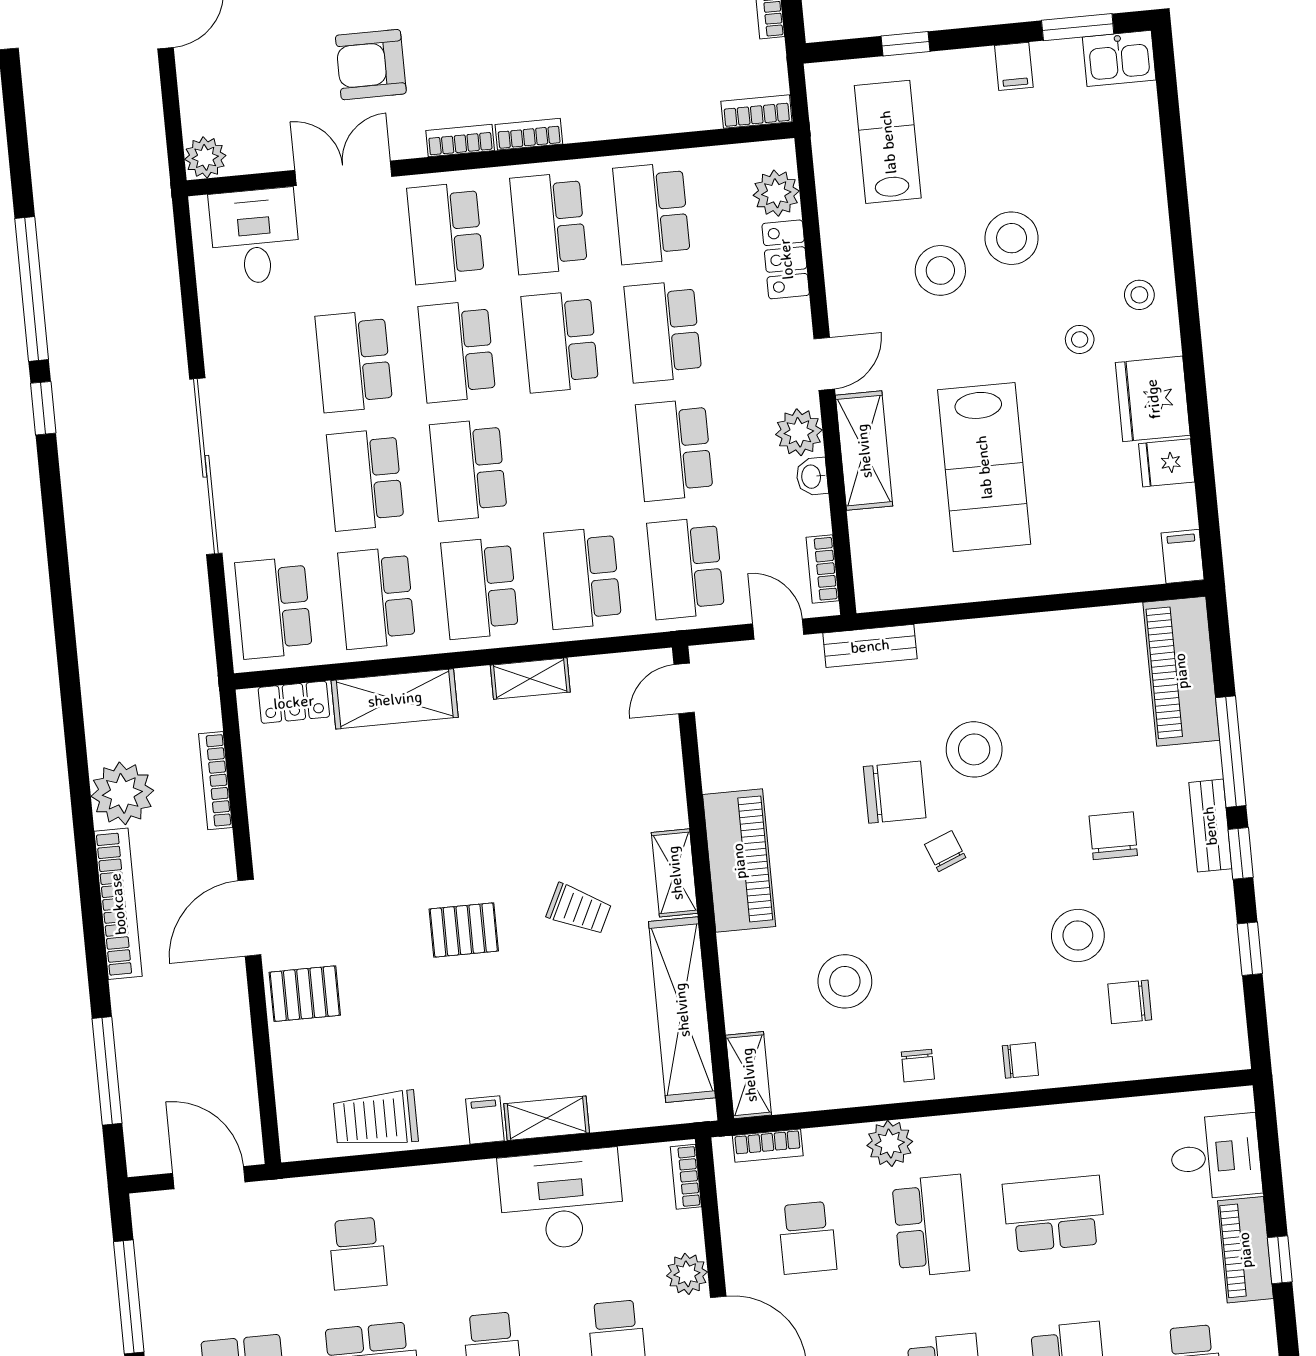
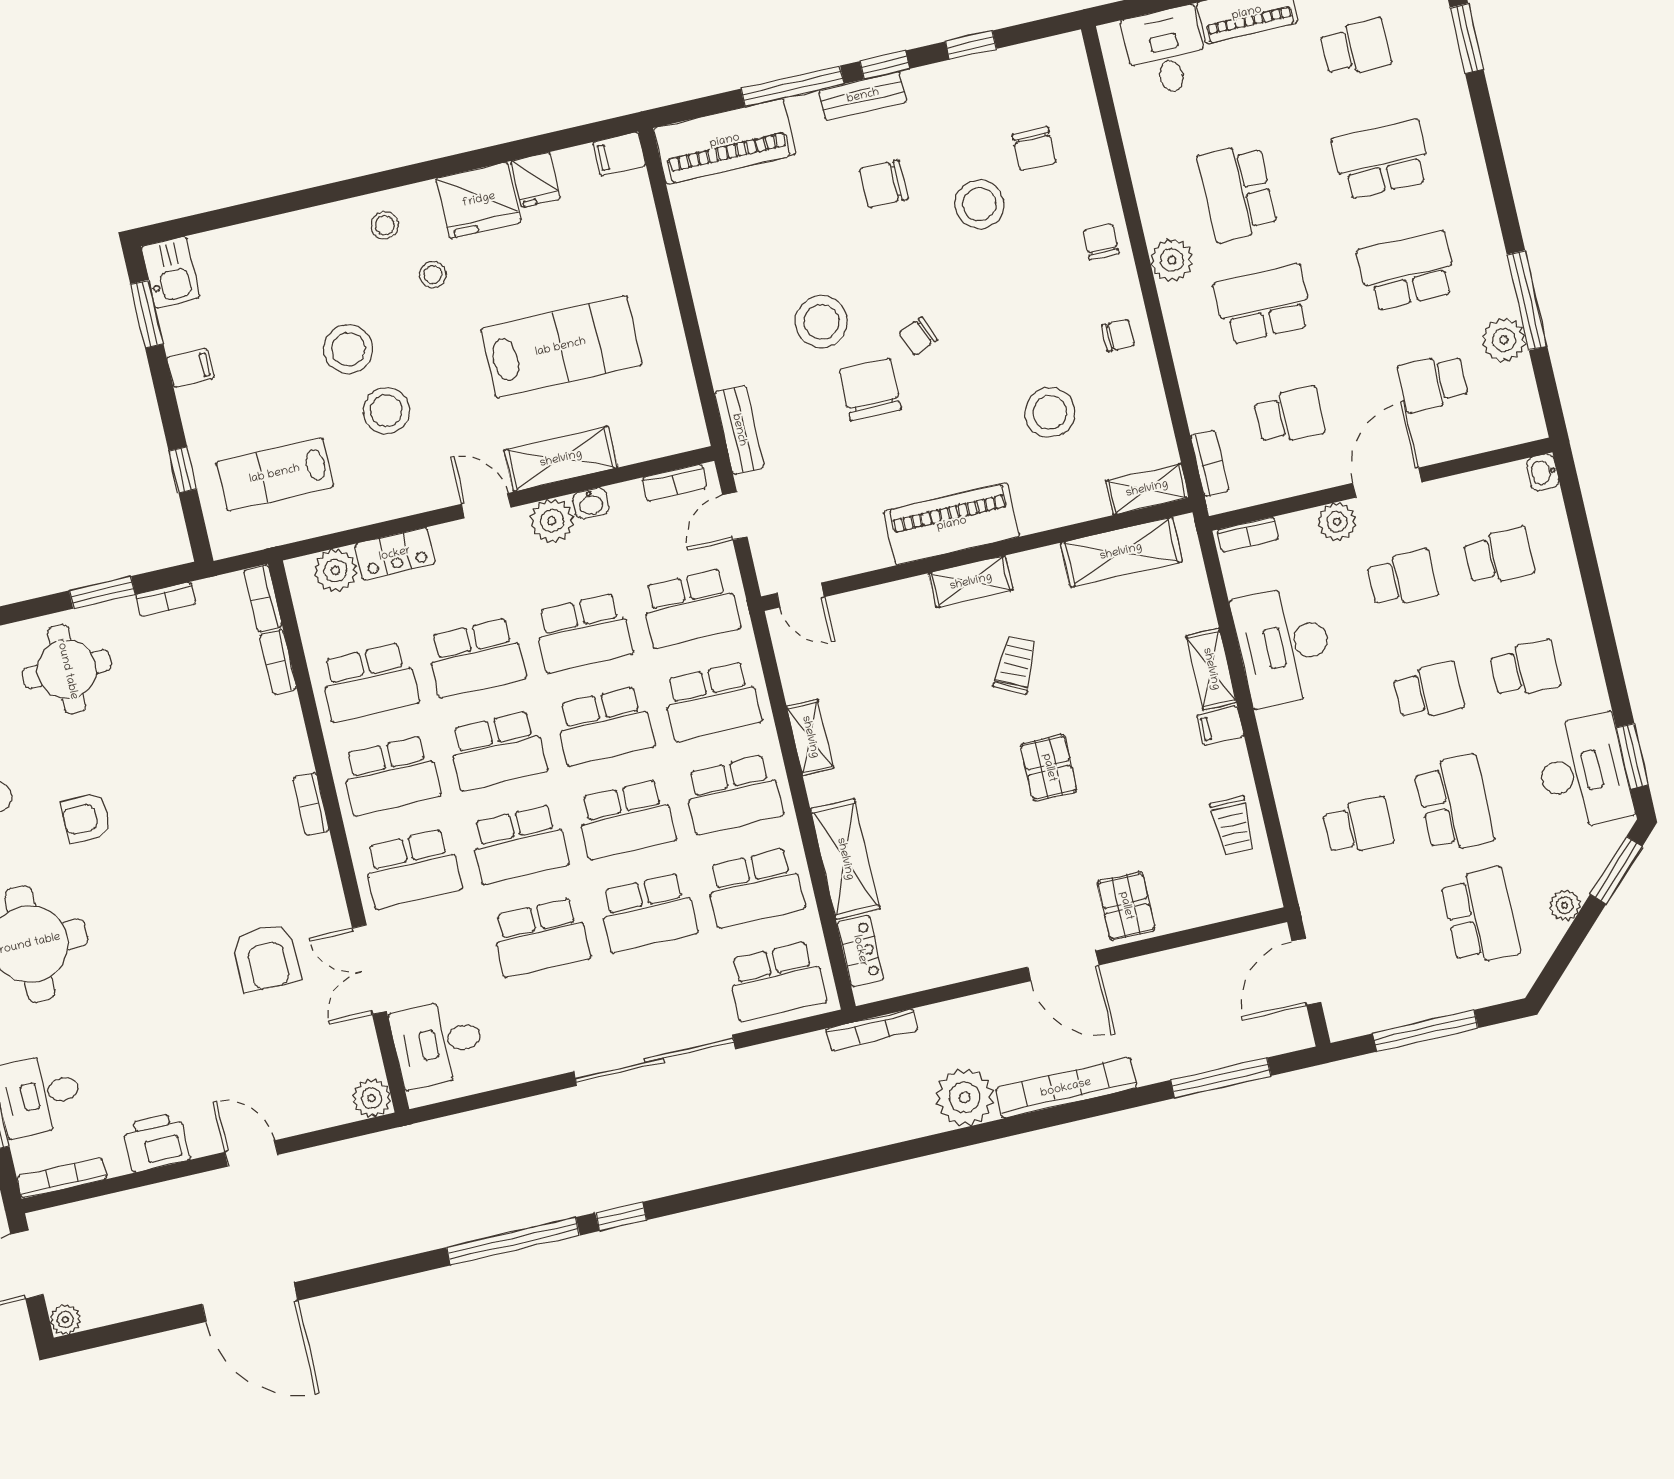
bookcase: (460, 141) -> (278, 662), moved
school desk: (571, 460) -> (605, 726), added
bookcase: (216, 781) -> (872, 1030), moved
shelving: (682, 1010) -> (1121, 552), width x0.68
trolley: (376, 1119) -> (1233, 826), width x0.73, depth x0.72
plant: (890, 1143) -> (1172, 260), moved

